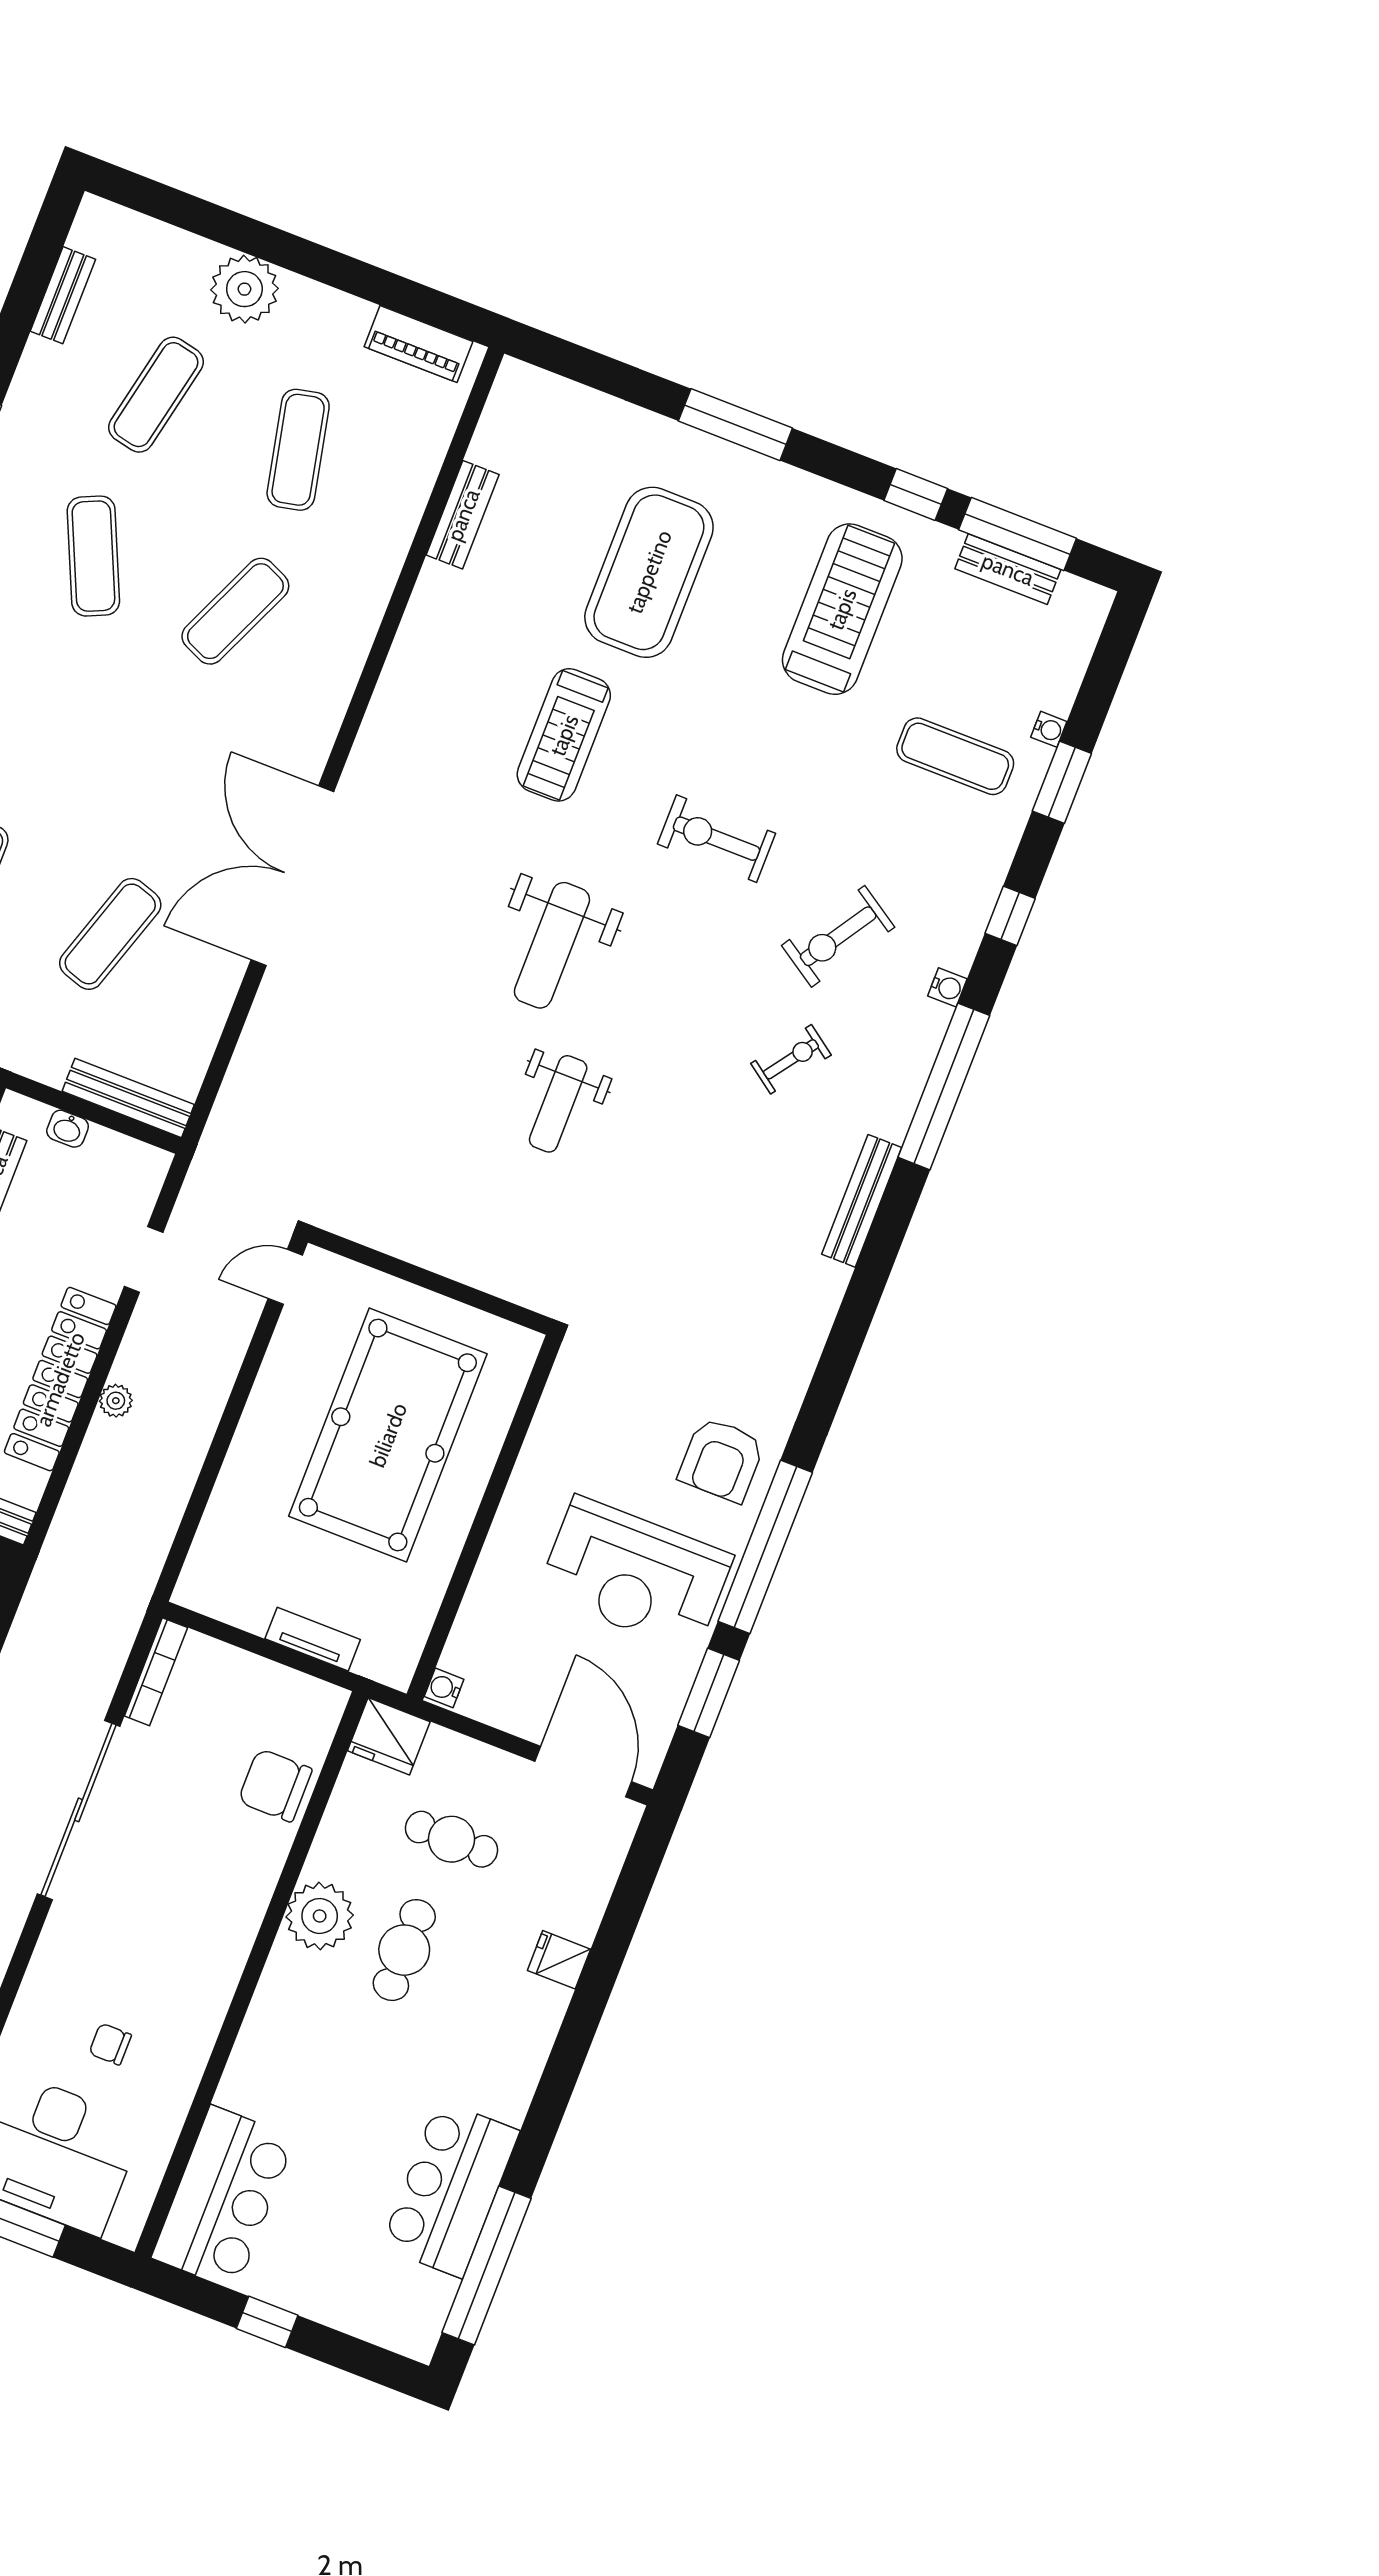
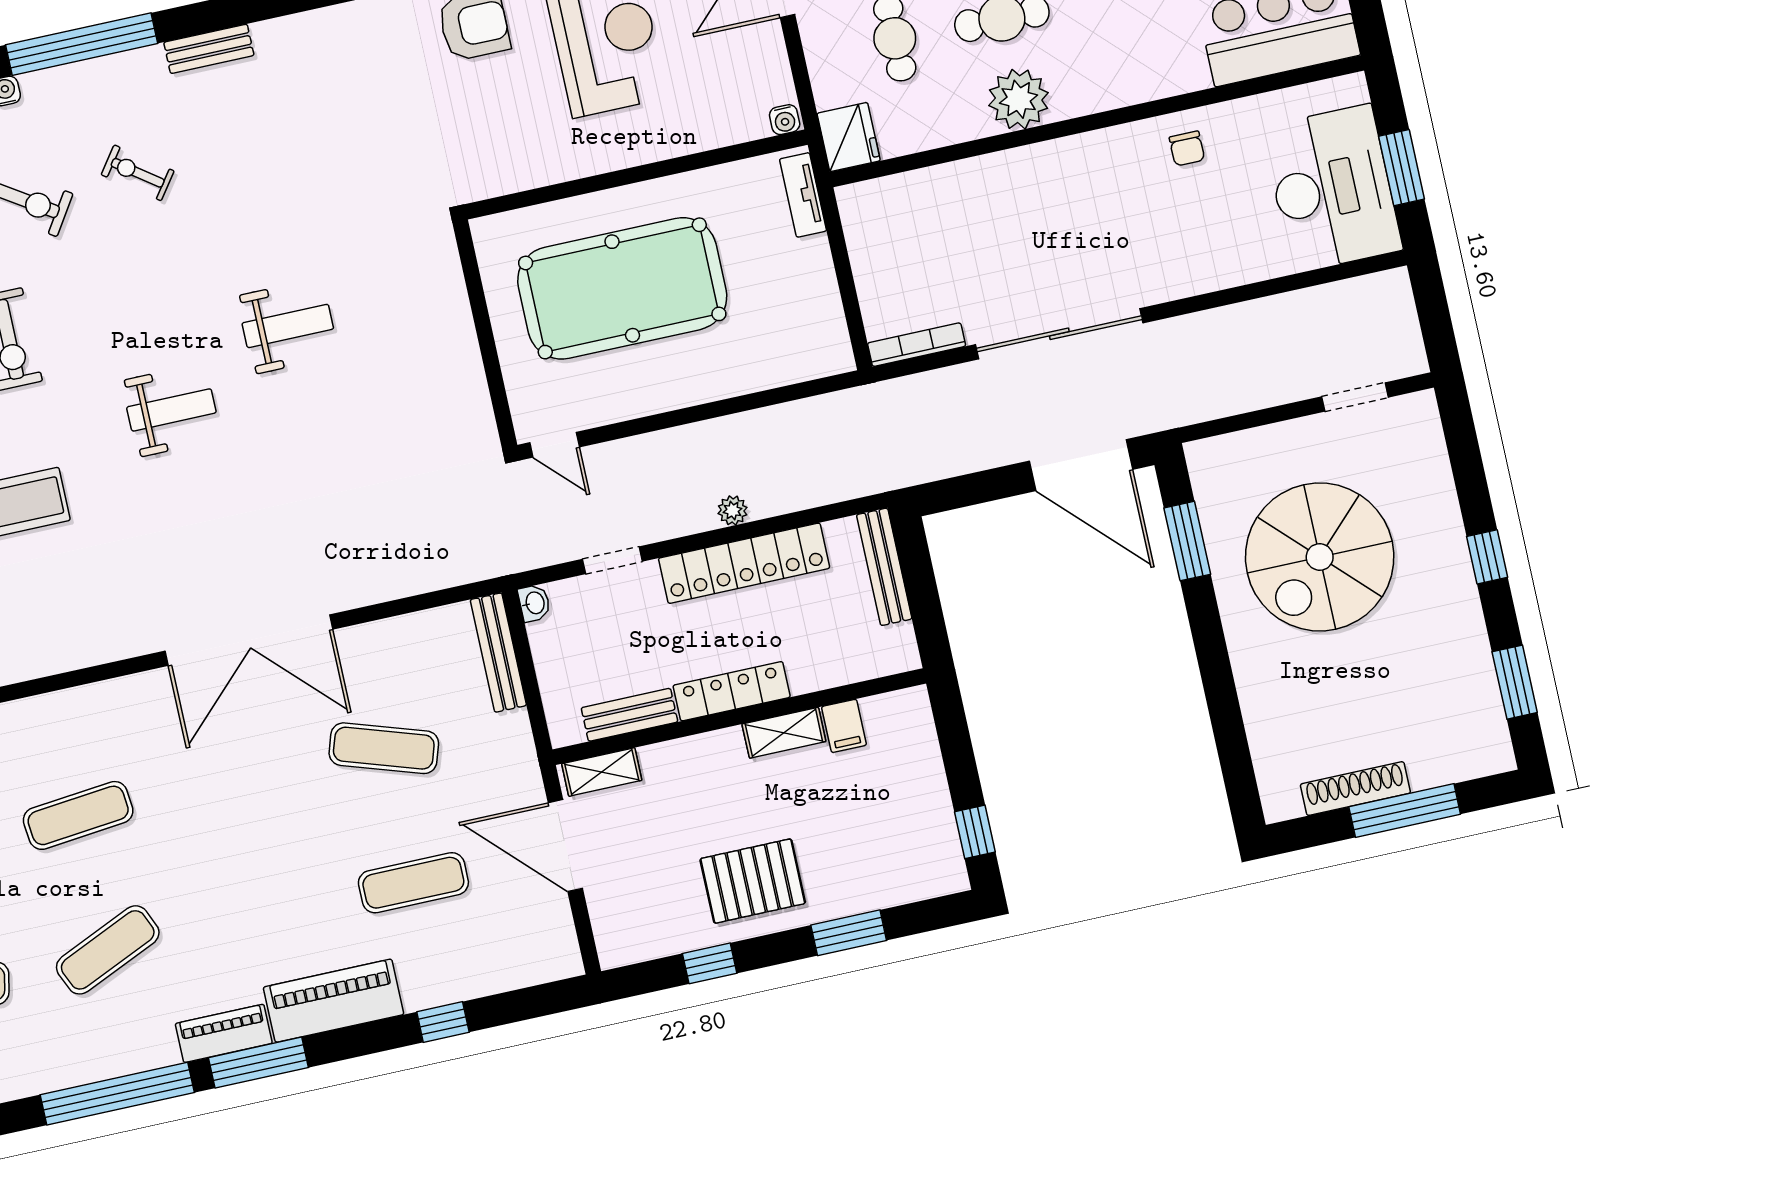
exercise mat: (235, 611) -> (78, 815), turned -30
weight bench: (552, 945) -> (171, 410), width x0.73, depth x0.75
washbasin: (68, 1129) -> (534, 603), moved
bench: (862, 1201) -> (209, 49), width x0.73
tv unit: (313, 1639) -> (803, 195), moved
chair: (275, 1785) -> (942, 198), removed
chair: (110, 2044) -> (1187, 148), moved

